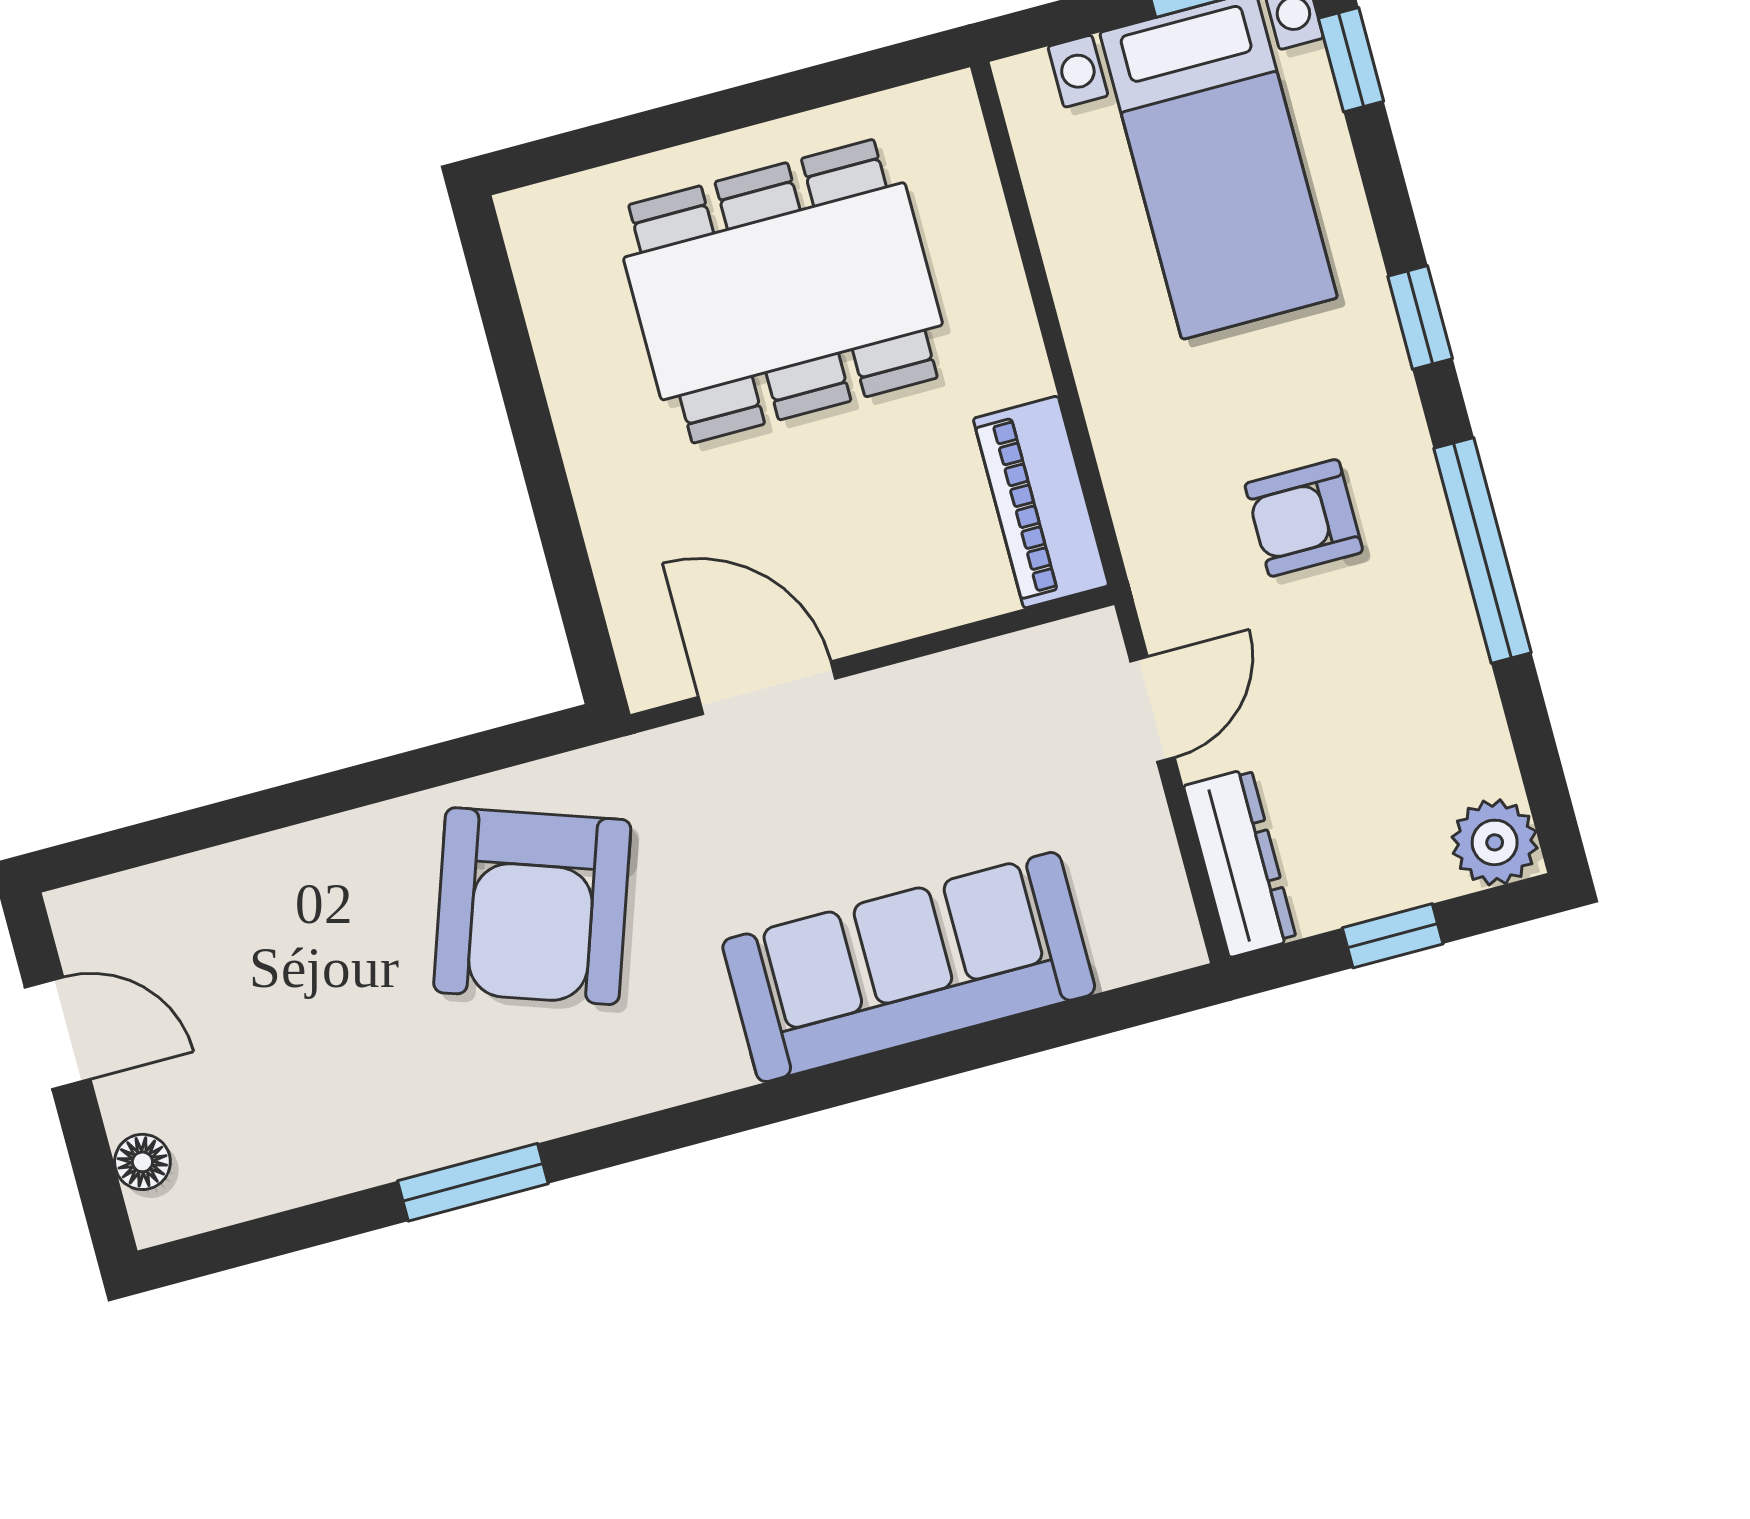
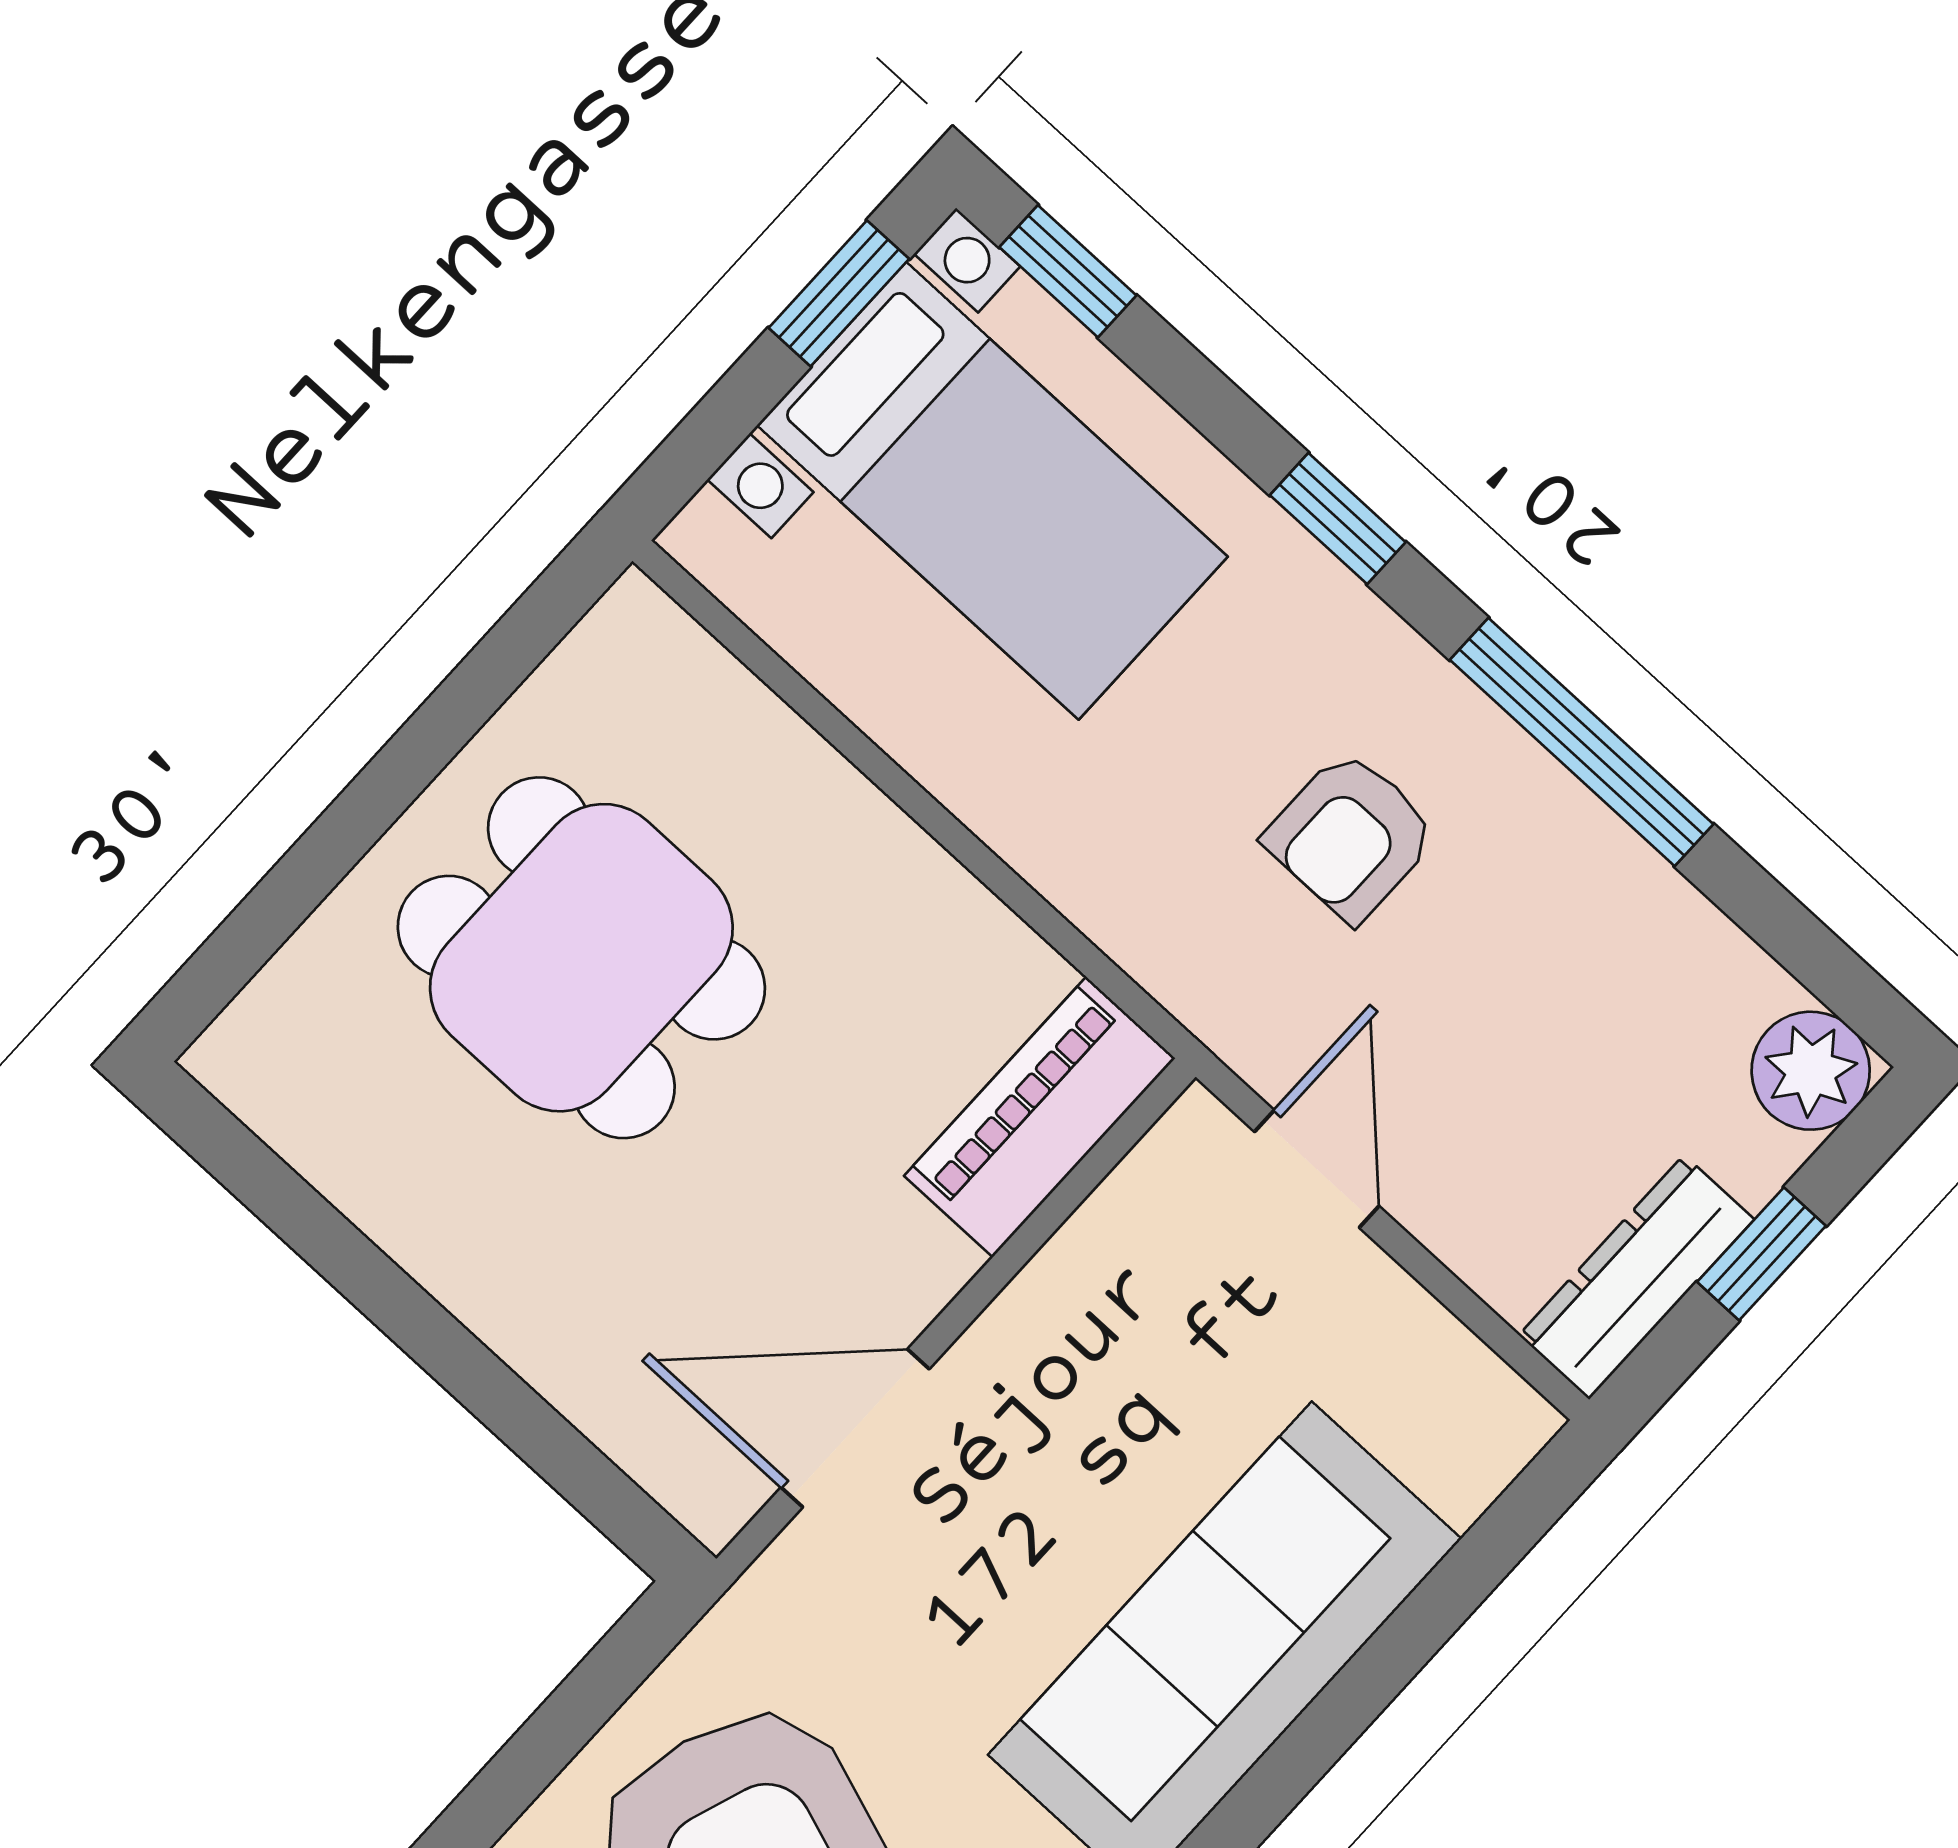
dining table: (783, 291) -> (581, 958), width x0.73
piano: (1041, 502) -> (1040, 1117), moved, turned 90
dresser: (1240, 863) -> (1637, 1277), moved, turned -90

